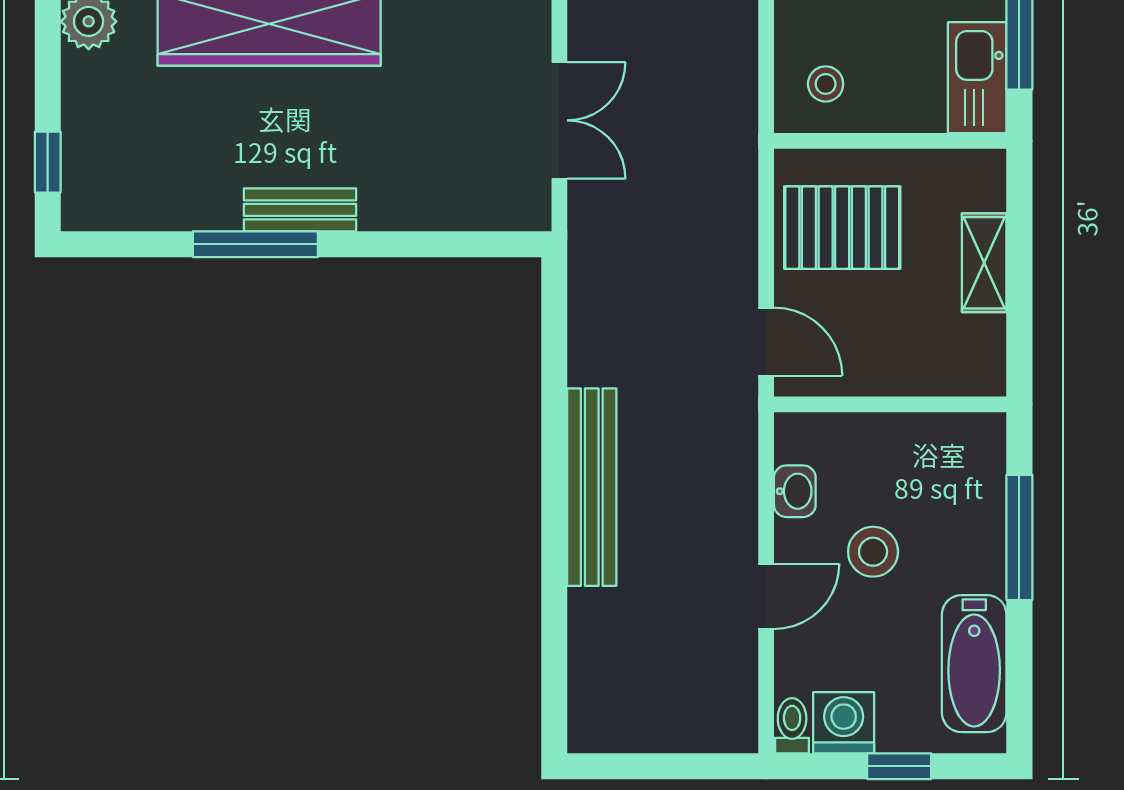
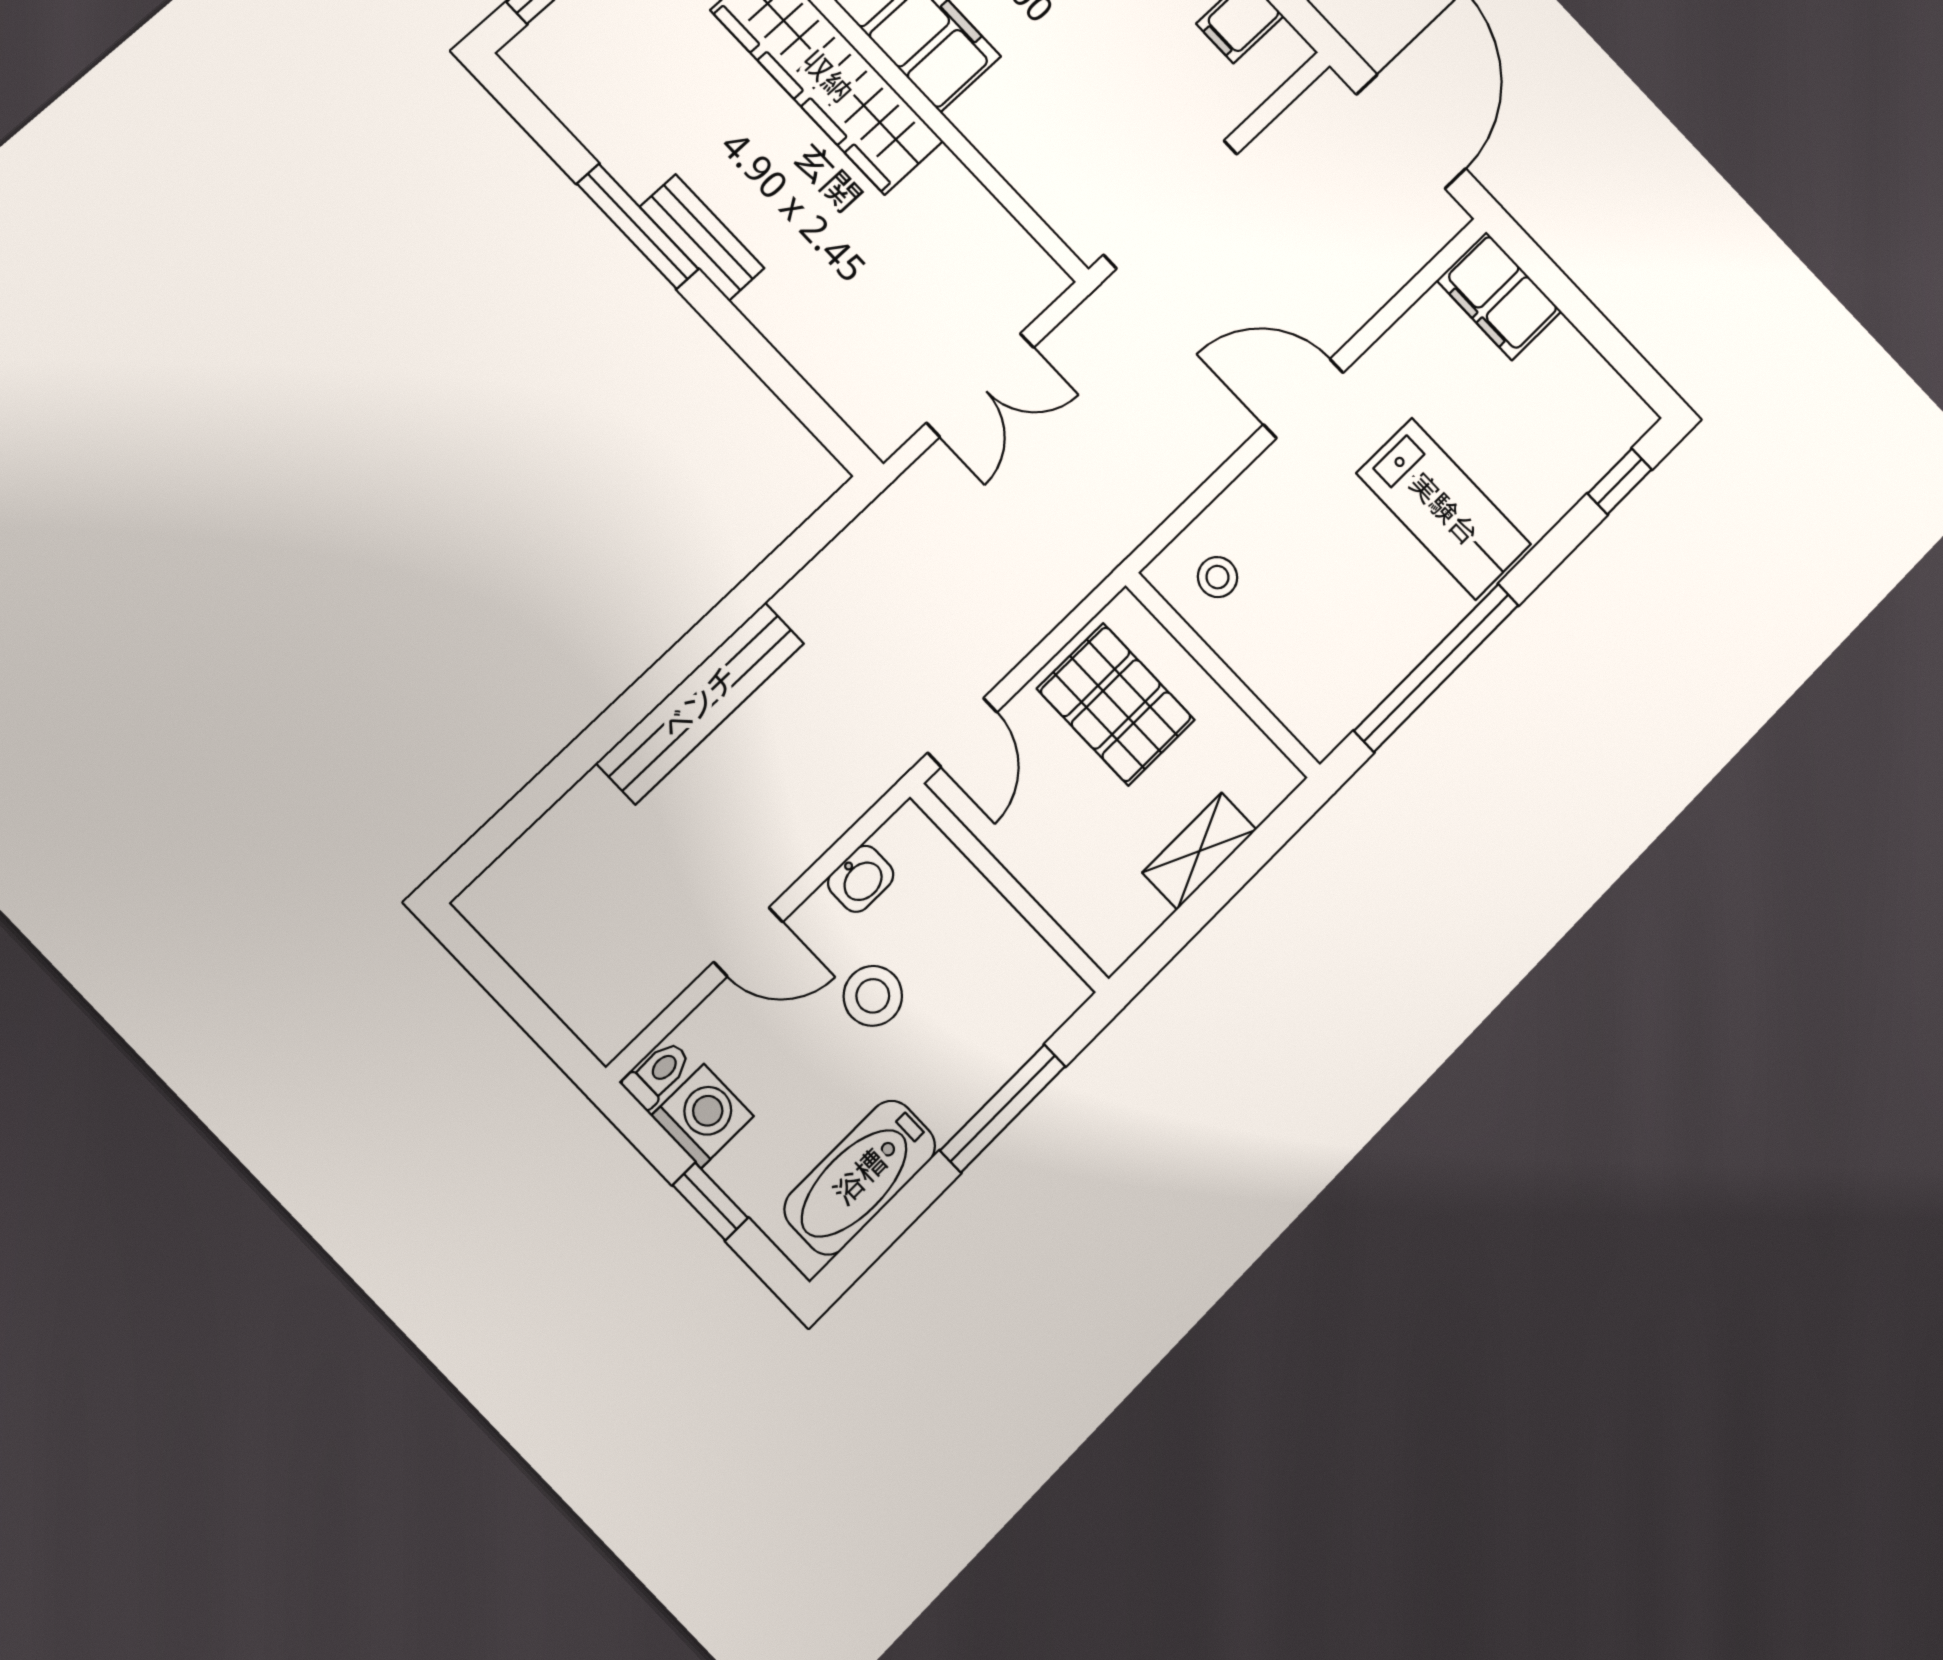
kitchen sink: (977, 78) -> (1341, 697), removed

